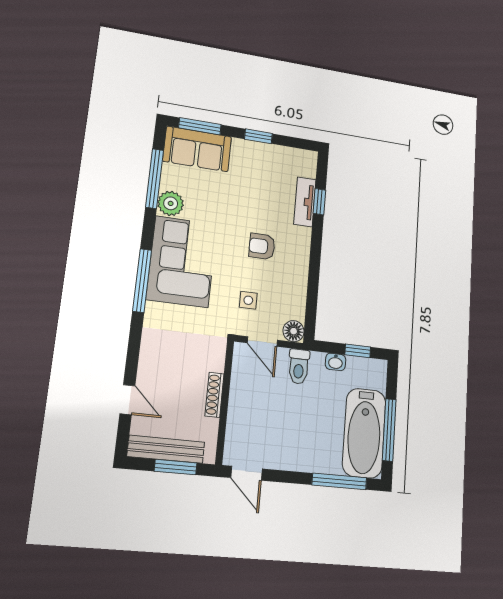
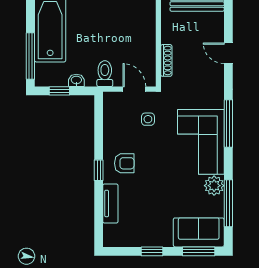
window: (319, 202) -> (99, 170), moved
armchair: (262, 246) -> (124, 163), moved
floor lamp: (294, 331) -> (111, 100), removed
shoe rack: (215, 395) -> (166, 60), moved
door: (127, 400) -> (228, 53), moved
window: (389, 430) -> (30, 56), moved

